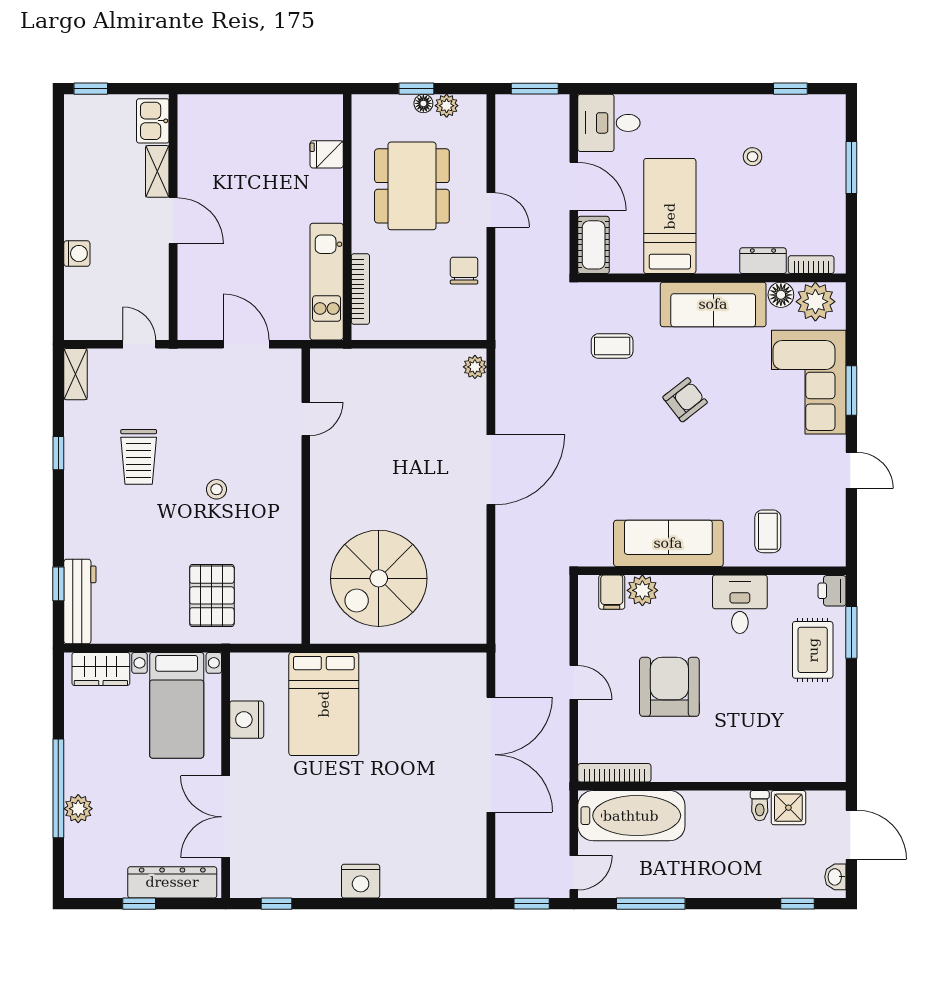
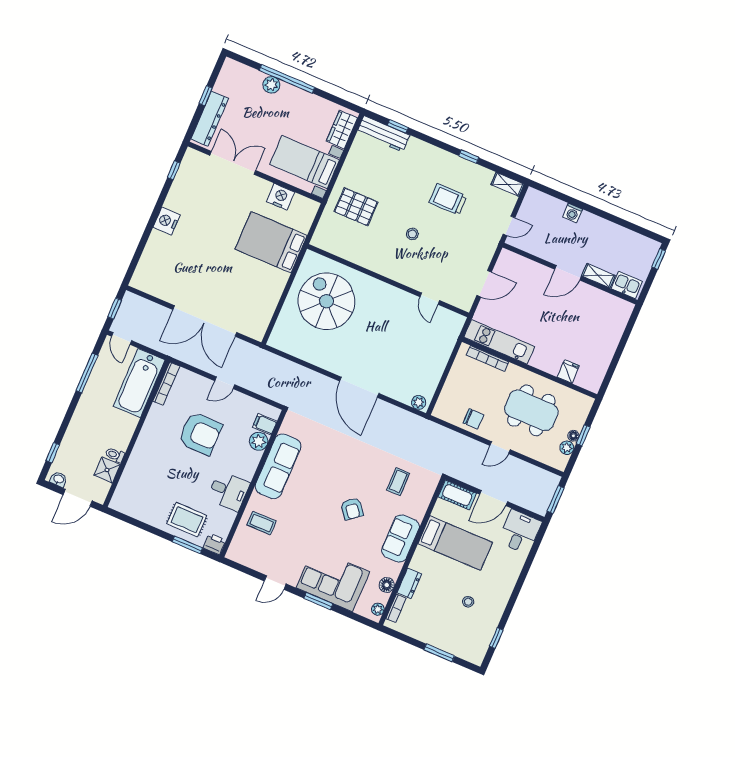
plant: (815, 302) -> (378, 609), width x0.53, depth x0.53
sofa: (713, 304) -> (400, 538), width x0.73

